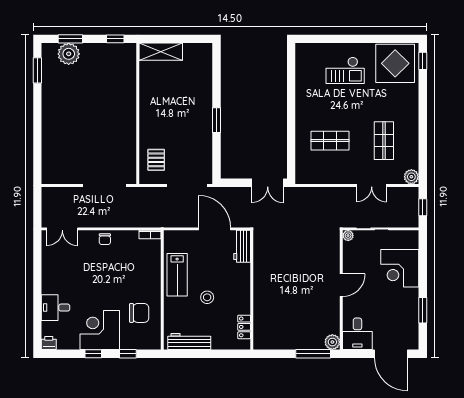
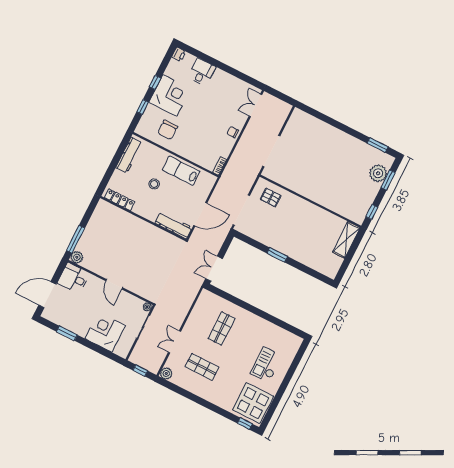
workbench: (242, 246) -> (174, 225), width x1.38
locker: (244, 327) -> (120, 200), width x1.53

